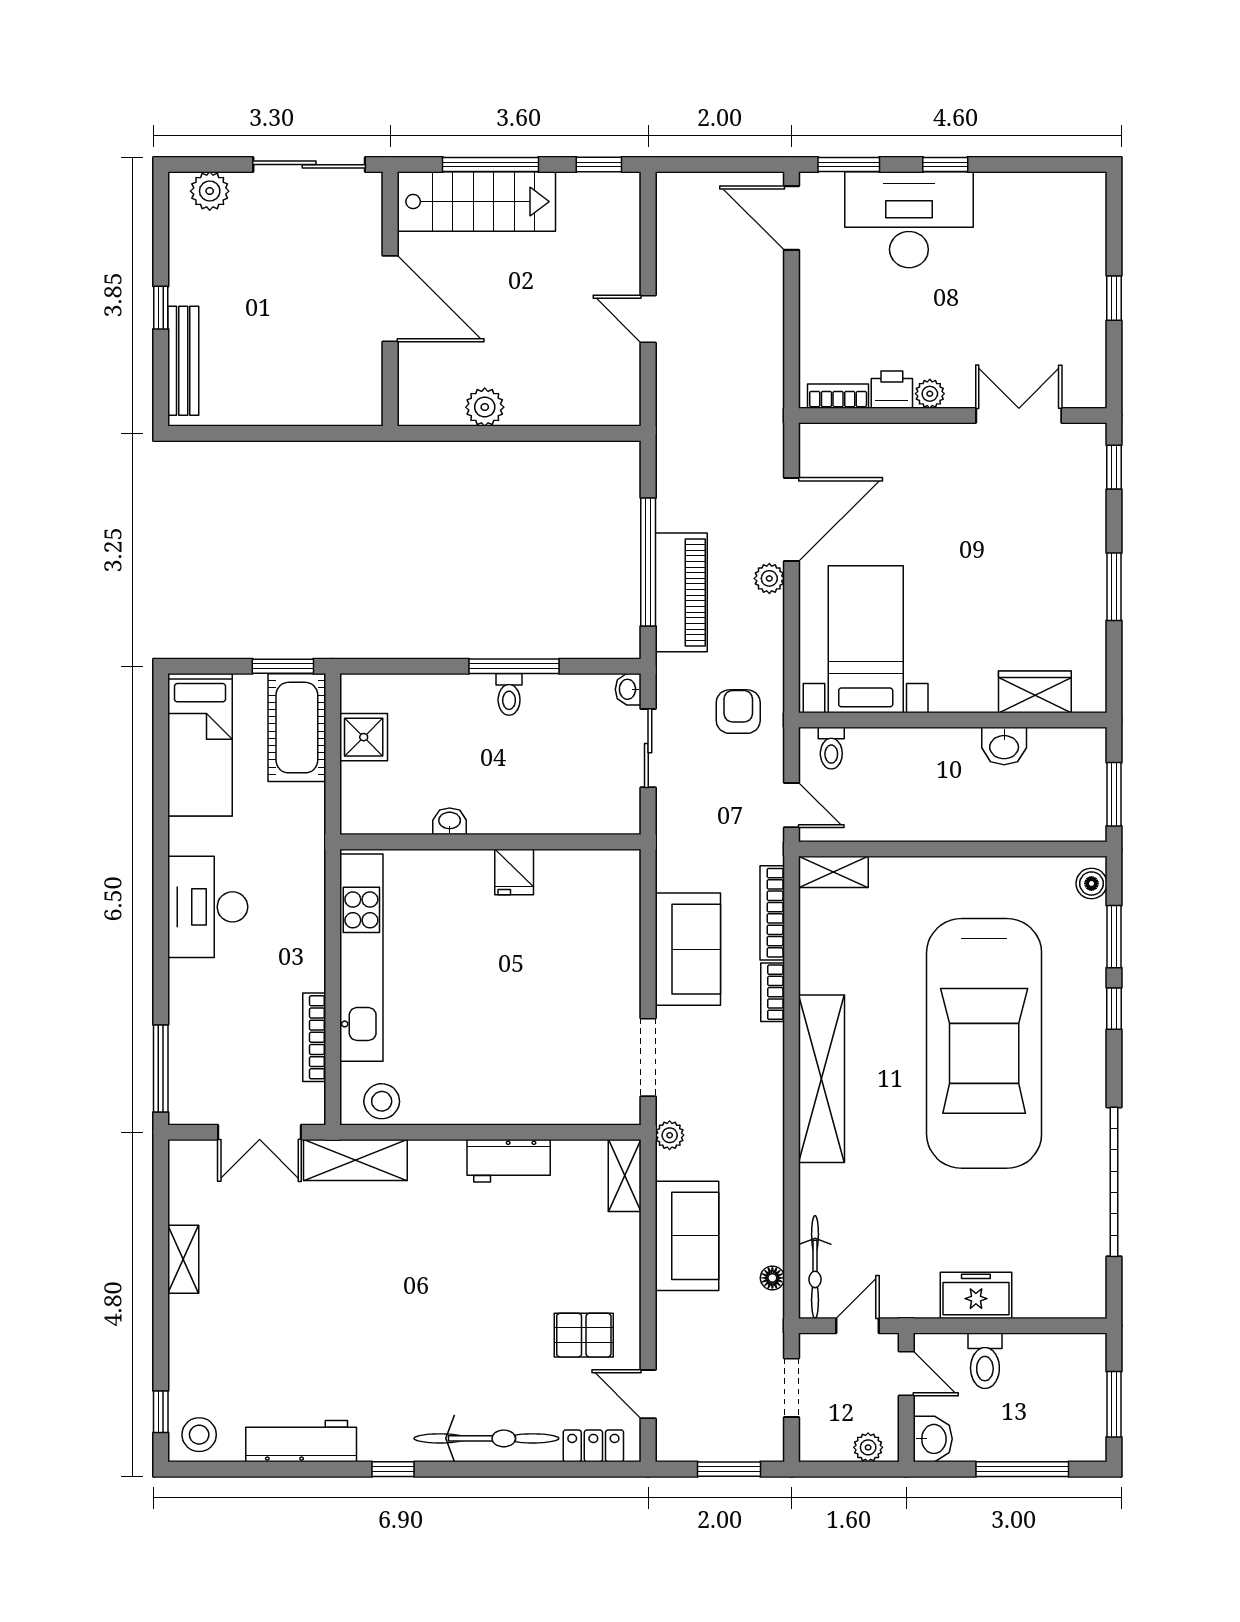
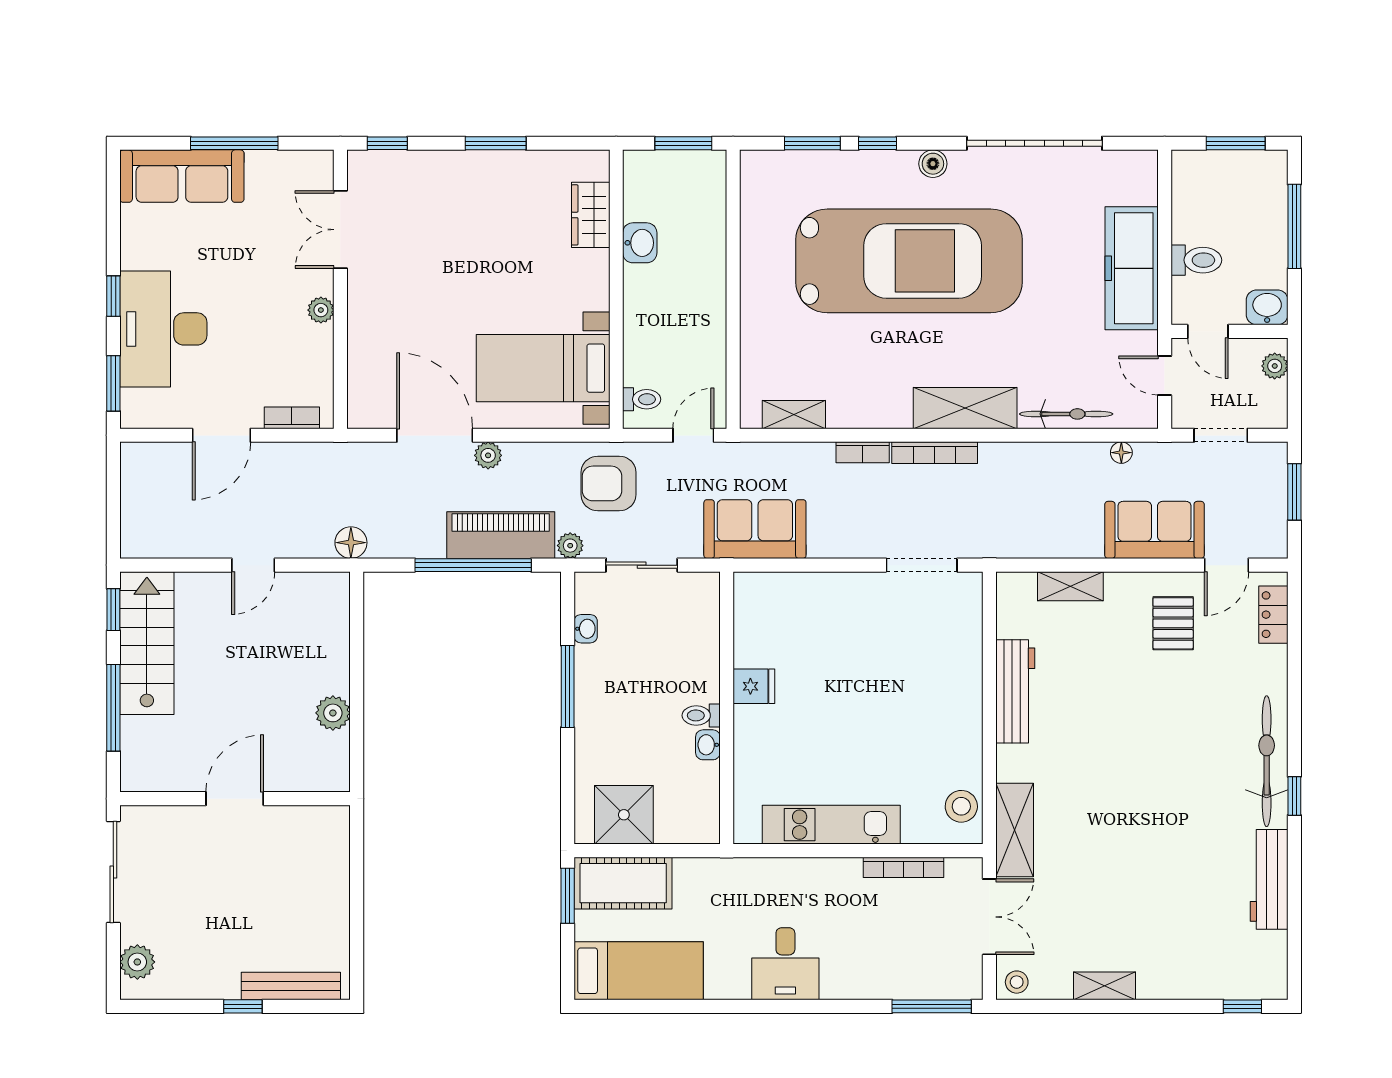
stairs: (476, 202) -> (147, 643), moved
door: (792, 218) -> (221, 435), moved
sofa: (1078, 240) -> (182, 176), added
window: (1114, 298) -> (234, 143), width x2.17
door: (390, 299) -> (235, 799), width x0.73
printer: (892, 390) -> (317, 344), removed
bookcase: (838, 396) -> (292, 418), moved, turned 90
floor lamp: (673, 427) -> (351, 543), added
washbasin: (628, 689) -> (586, 629), moved, turned -90
toilet: (509, 694) -> (701, 715), moved, turned 180
armchair: (738, 712) -> (609, 483), width x1.38, depth x1.38
shower: (364, 737) -> (624, 815), width x1.36, depth x1.36
shelving: (833, 872) -> (794, 415), moved, turned 90
boiler: (1091, 883) -> (933, 164), moved
desk: (208, 907) -> (785, 964), width x0.73
bookcase: (772, 913) -> (935, 453), moved
sofa: (688, 949) -> (755, 529), moved
kitchen unit: (361, 958) -> (831, 825), width x0.73
shelving: (822, 1079) -> (965, 408), width x0.68
plant: (670, 1135) -> (570, 546), moved
workbench: (509, 1161) -> (1015, 691), width x1.38
shelving: (625, 1175) -> (1070, 586), moved
sofa: (687, 1236) -> (1154, 530), moved
bicycle: (815, 1267) -> (1066, 414), moved
freezer: (976, 1295) -> (1132, 268), width x1.91, depth x1.26
door: (906, 1373) -> (1208, 331), swing flipped
stool: (199, 1435) -> (1017, 982), moved, width x0.73, depth x0.73
bicycle: (486, 1438) -> (1267, 761), moved

